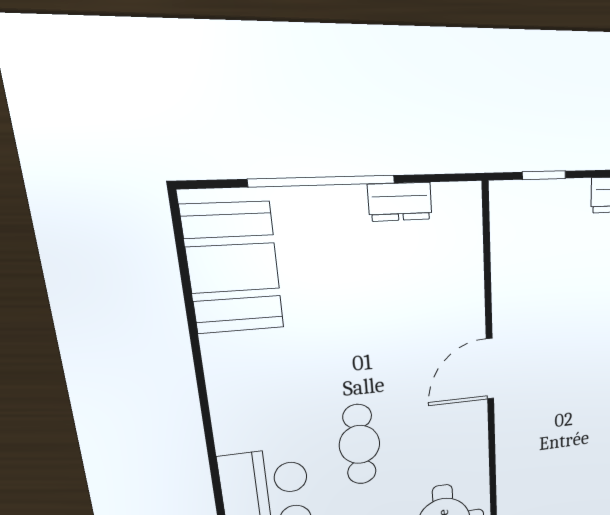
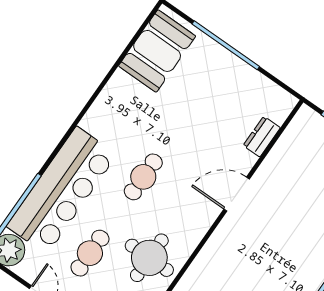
dresser: (400, 202) -> (262, 137), moved, turned 90

